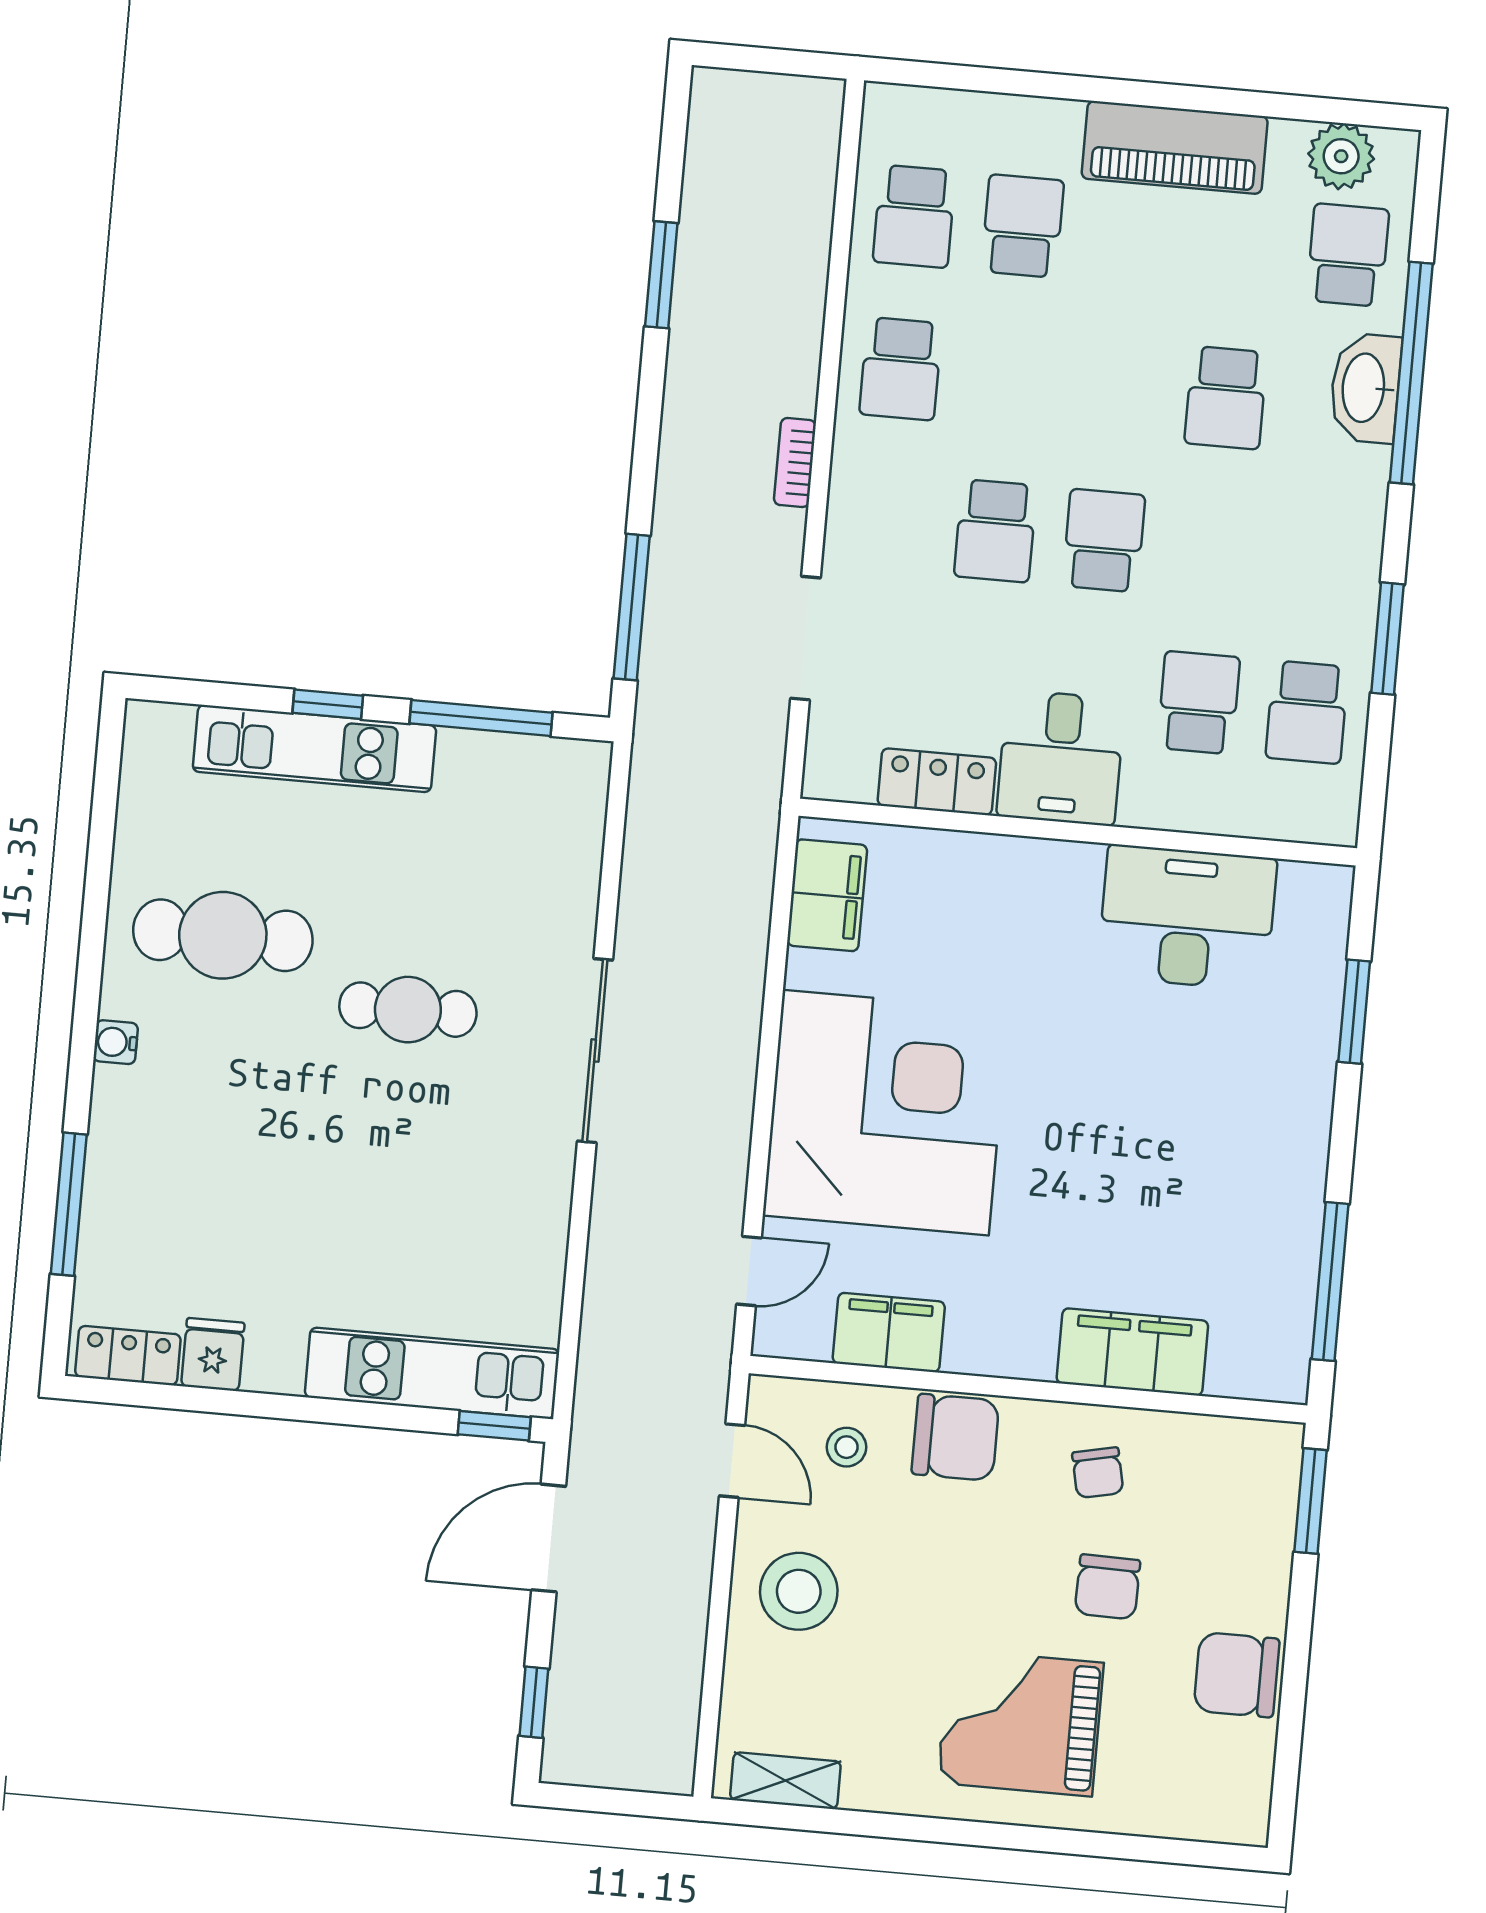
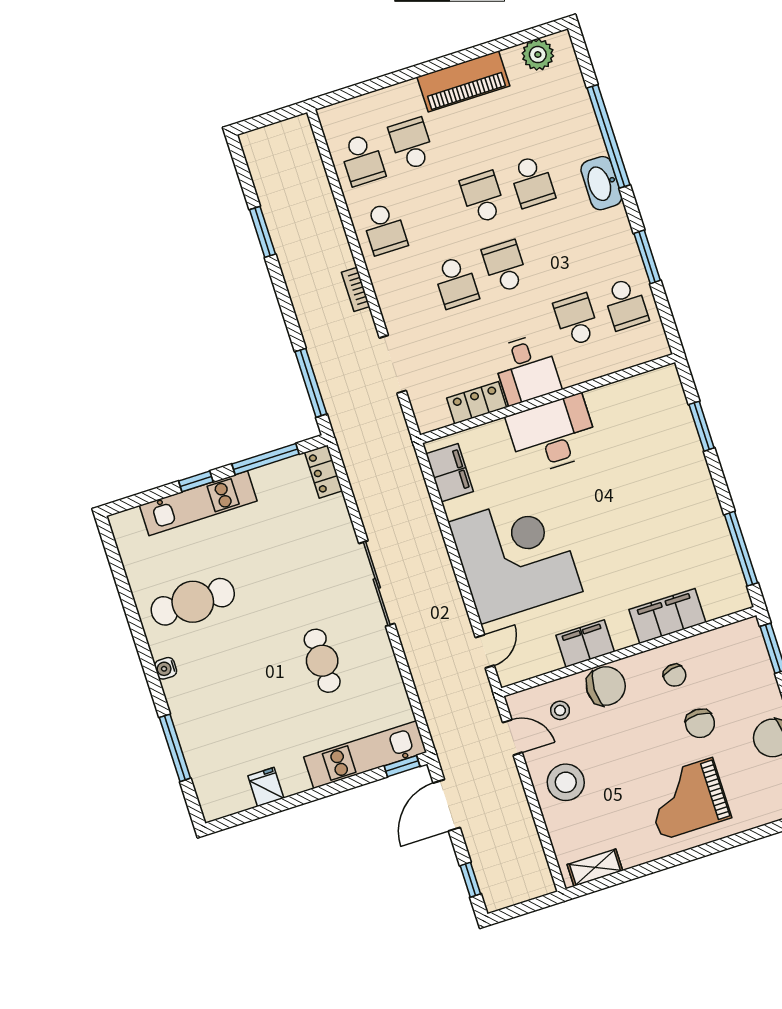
school desk: (1348, 255) -> (483, 197), moved
washbasin: (1365, 388) -> (601, 183), moved
desk: (1187, 917) -> (553, 435), moved
cafe table: (408, 1010) -> (322, 661), moved, turned 90
filing cabinet: (889, 1332) -> (585, 644), moved
locker: (128, 1356) -> (324, 472), moved, turned -90

